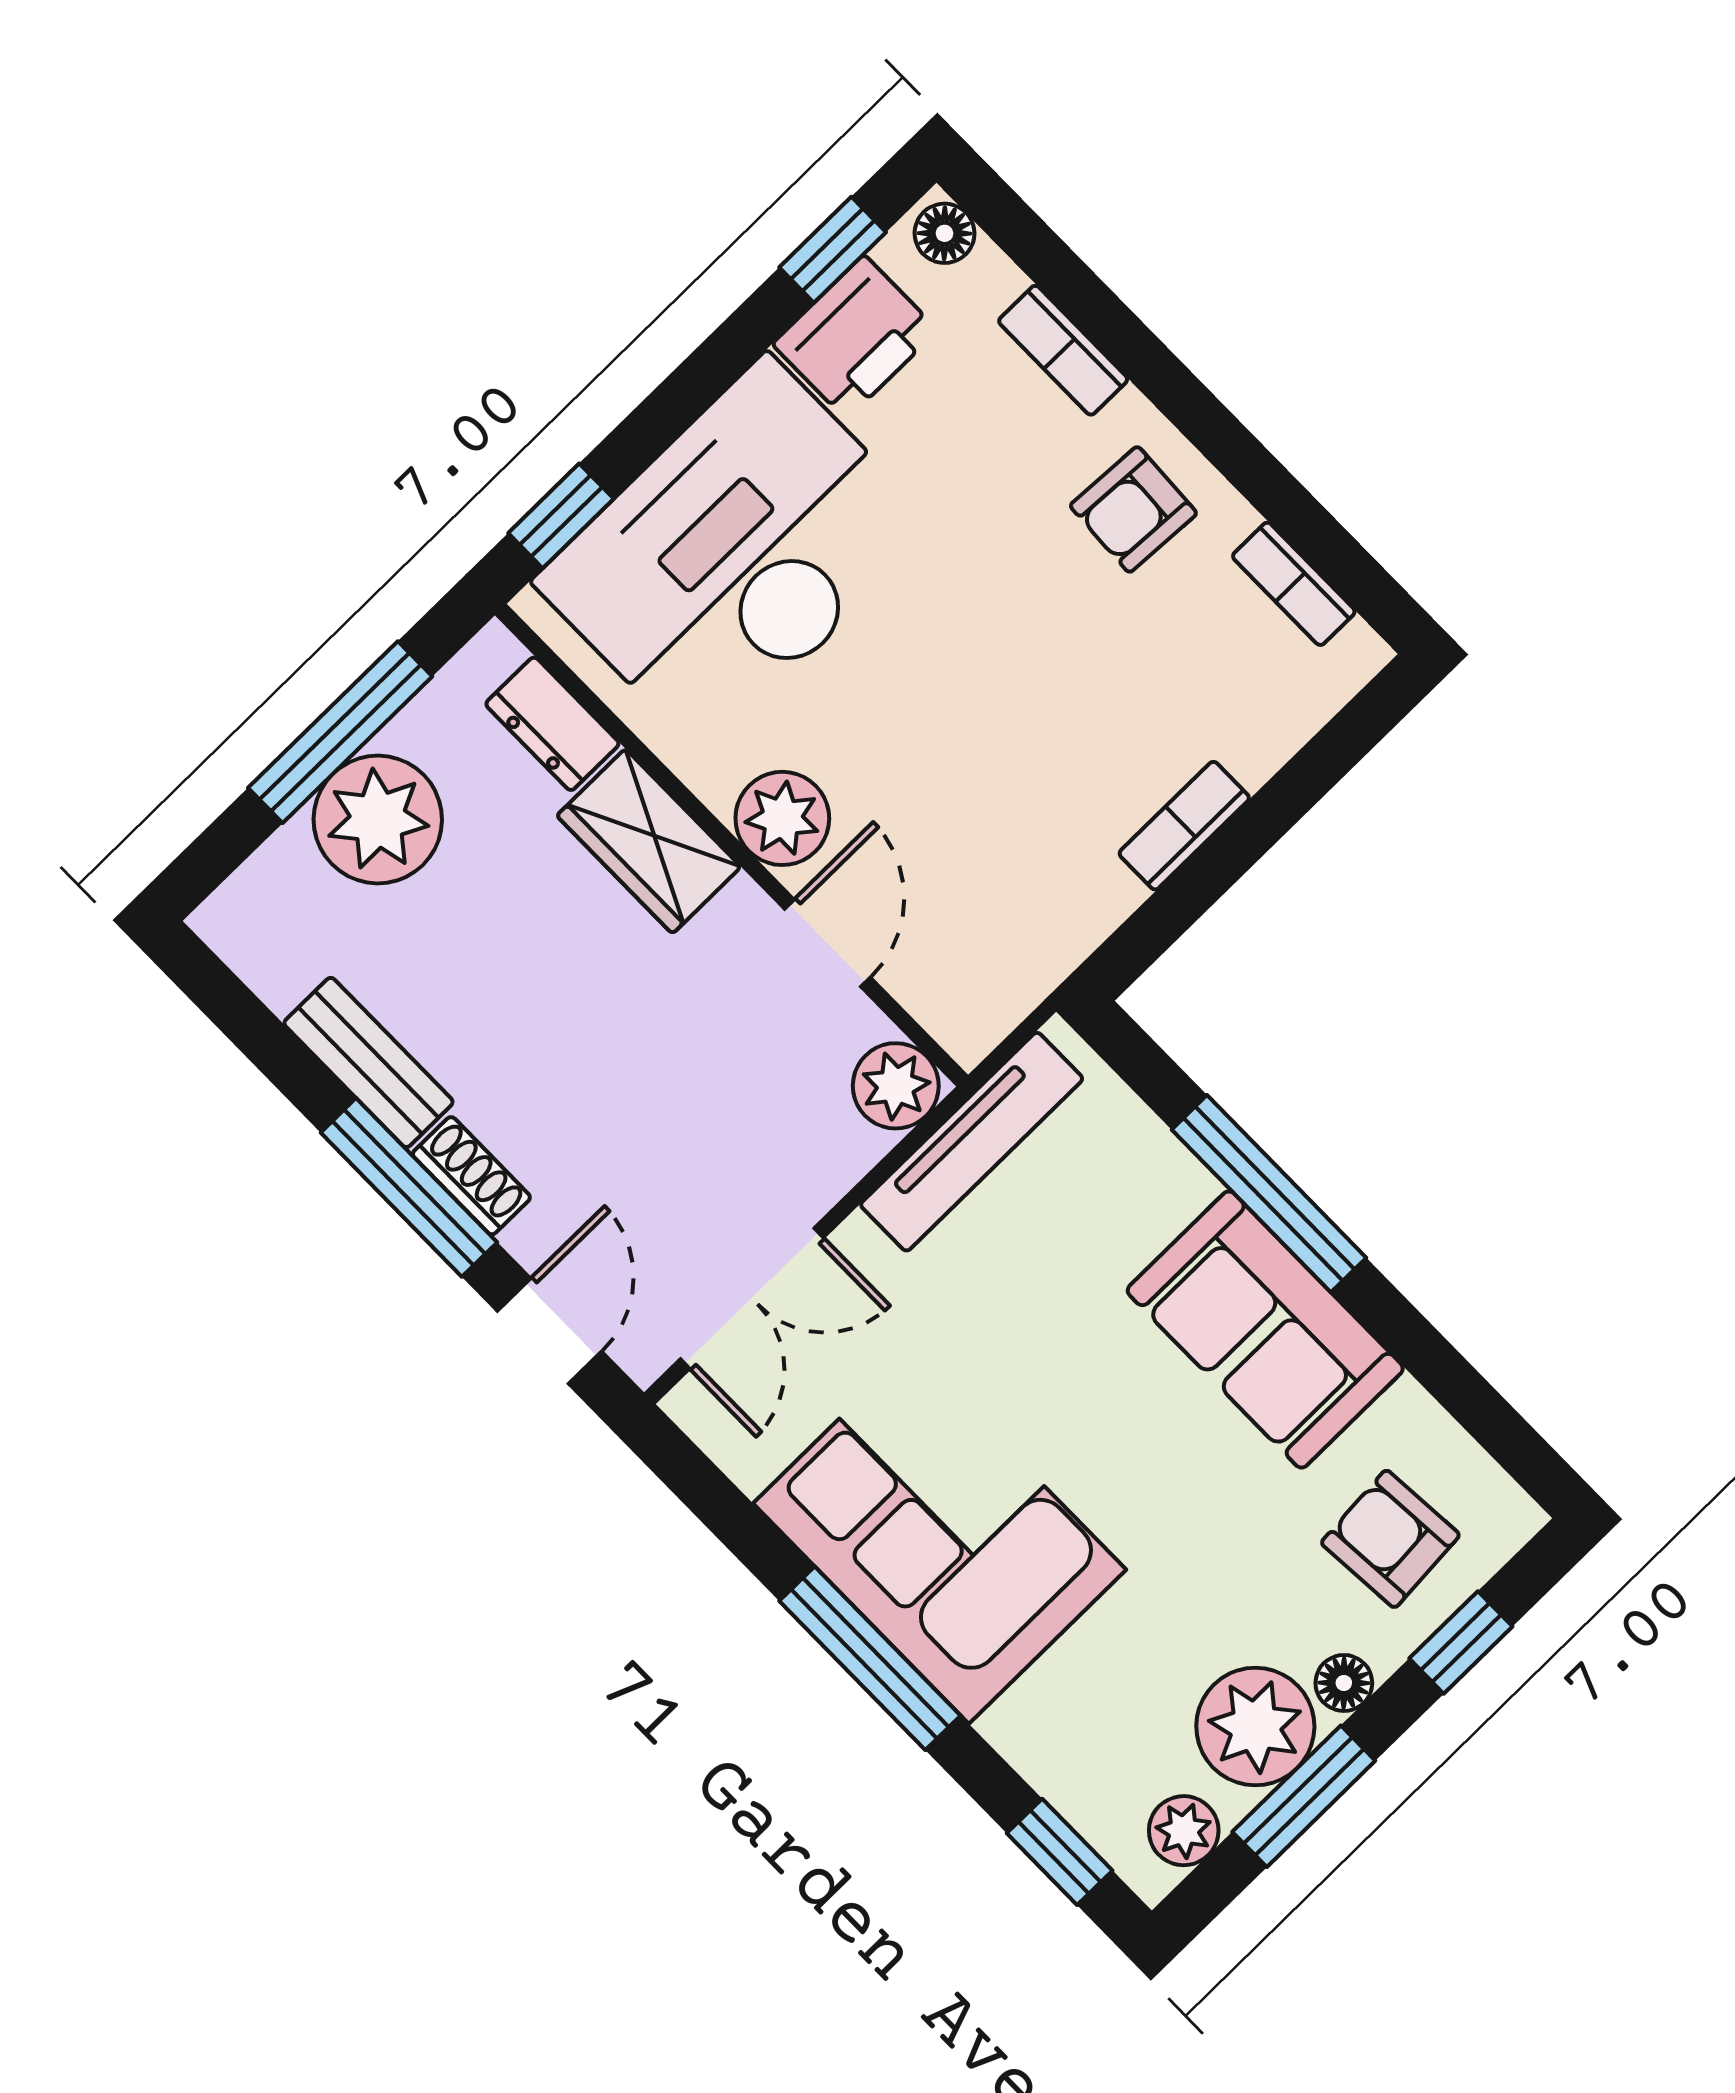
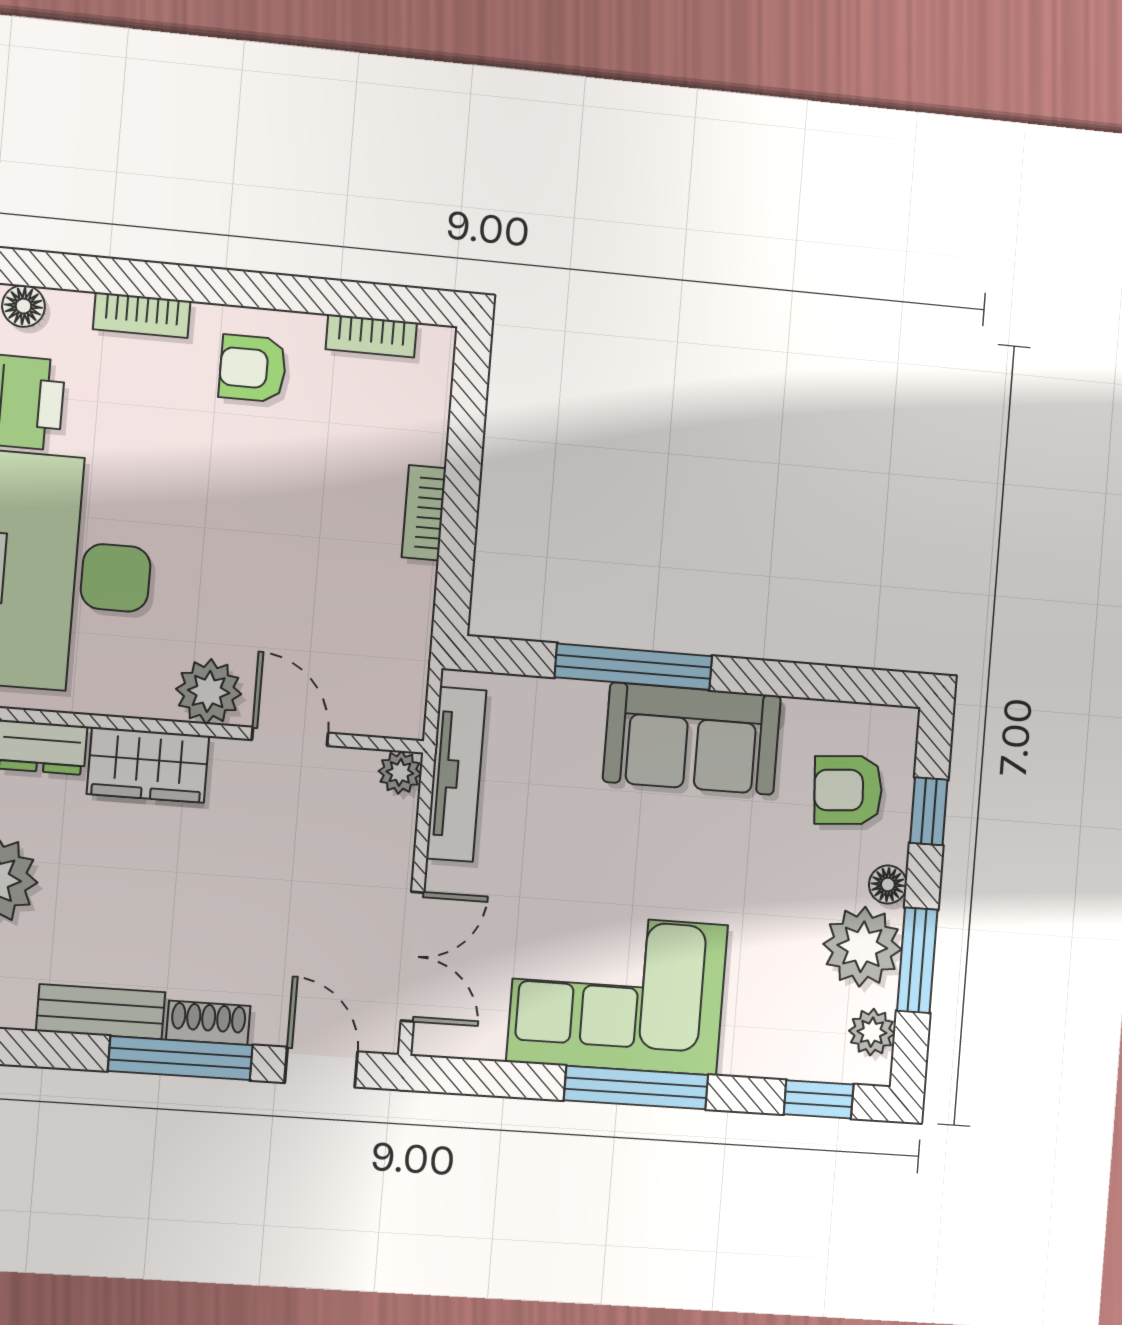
armchair: (1133, 509) -> (253, 368), turned 87
plant: (896, 1086) -> (400, 772), width x0.73, depth x0.73

